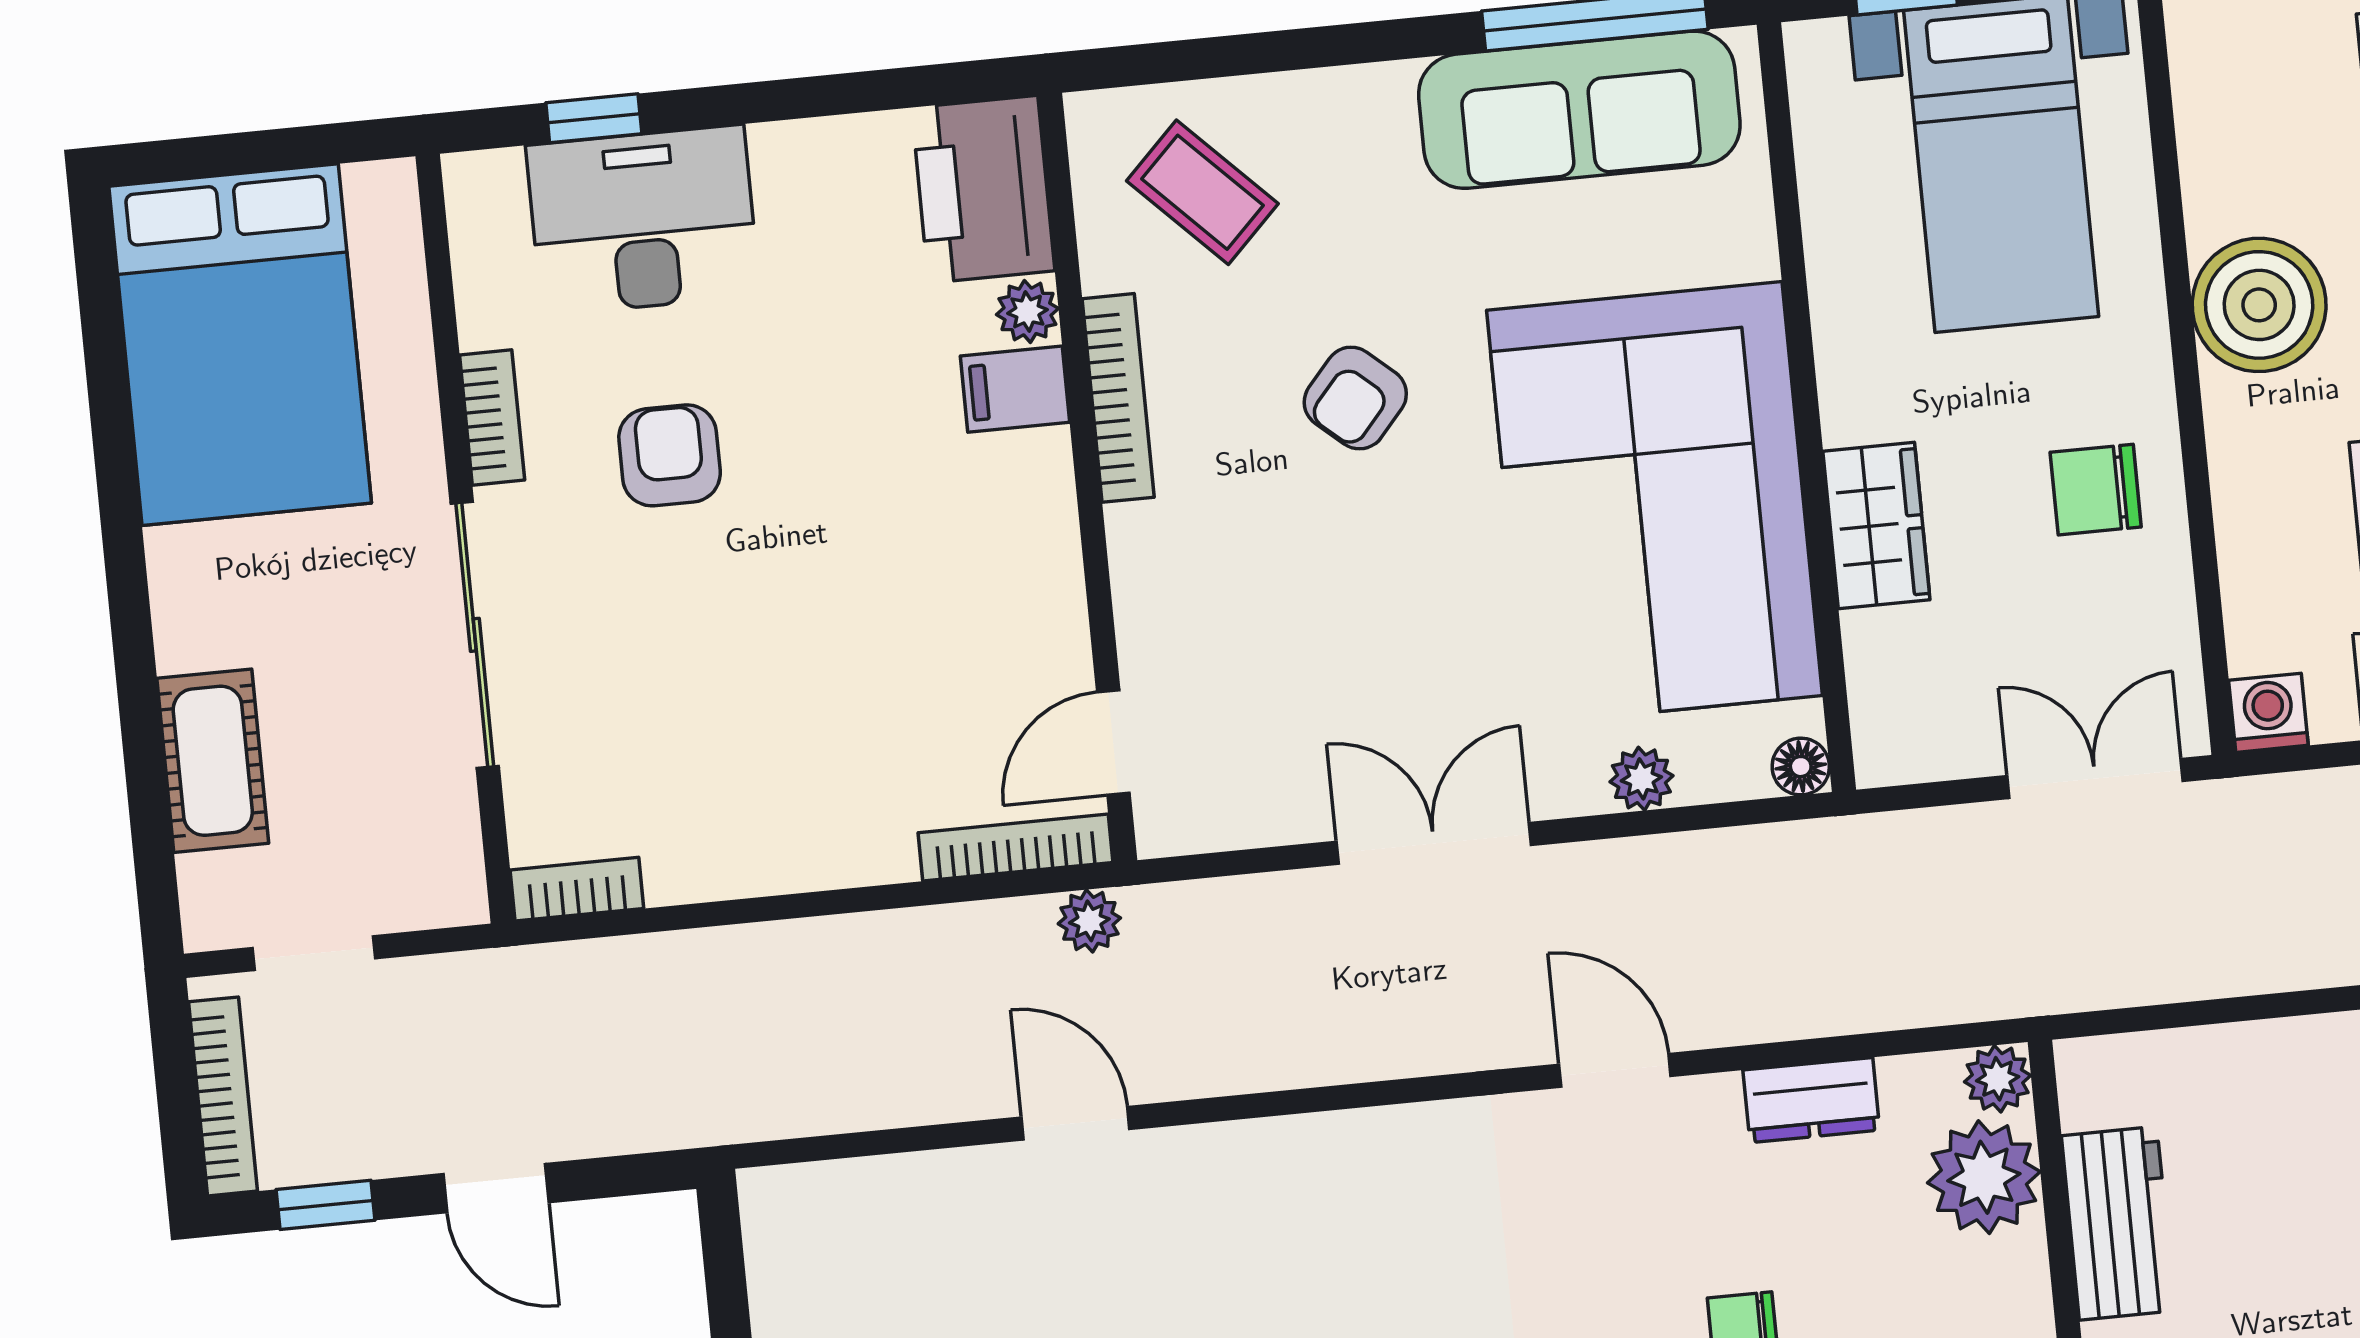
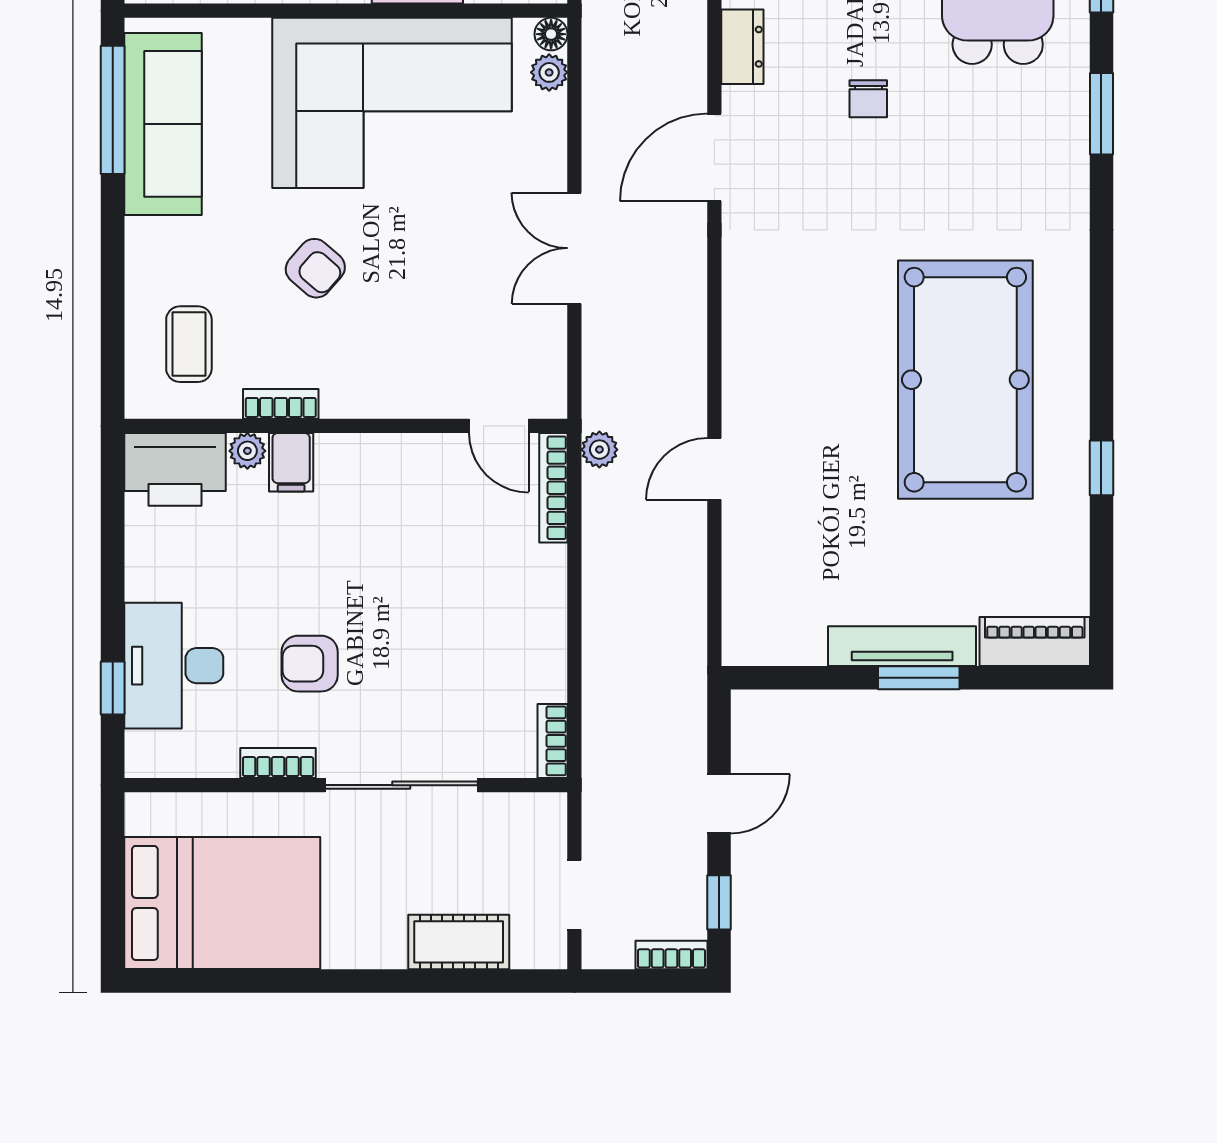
coffee table: (1202, 192) -> (189, 344), turned -45
bookcase: (1118, 398) -> (281, 404), width x0.64
plant: (1641, 779) -> (549, 72), moved
door: (1615, 1070) -> (714, 157), width x1.38
bookcase: (223, 1096) -> (671, 955), width x0.64

